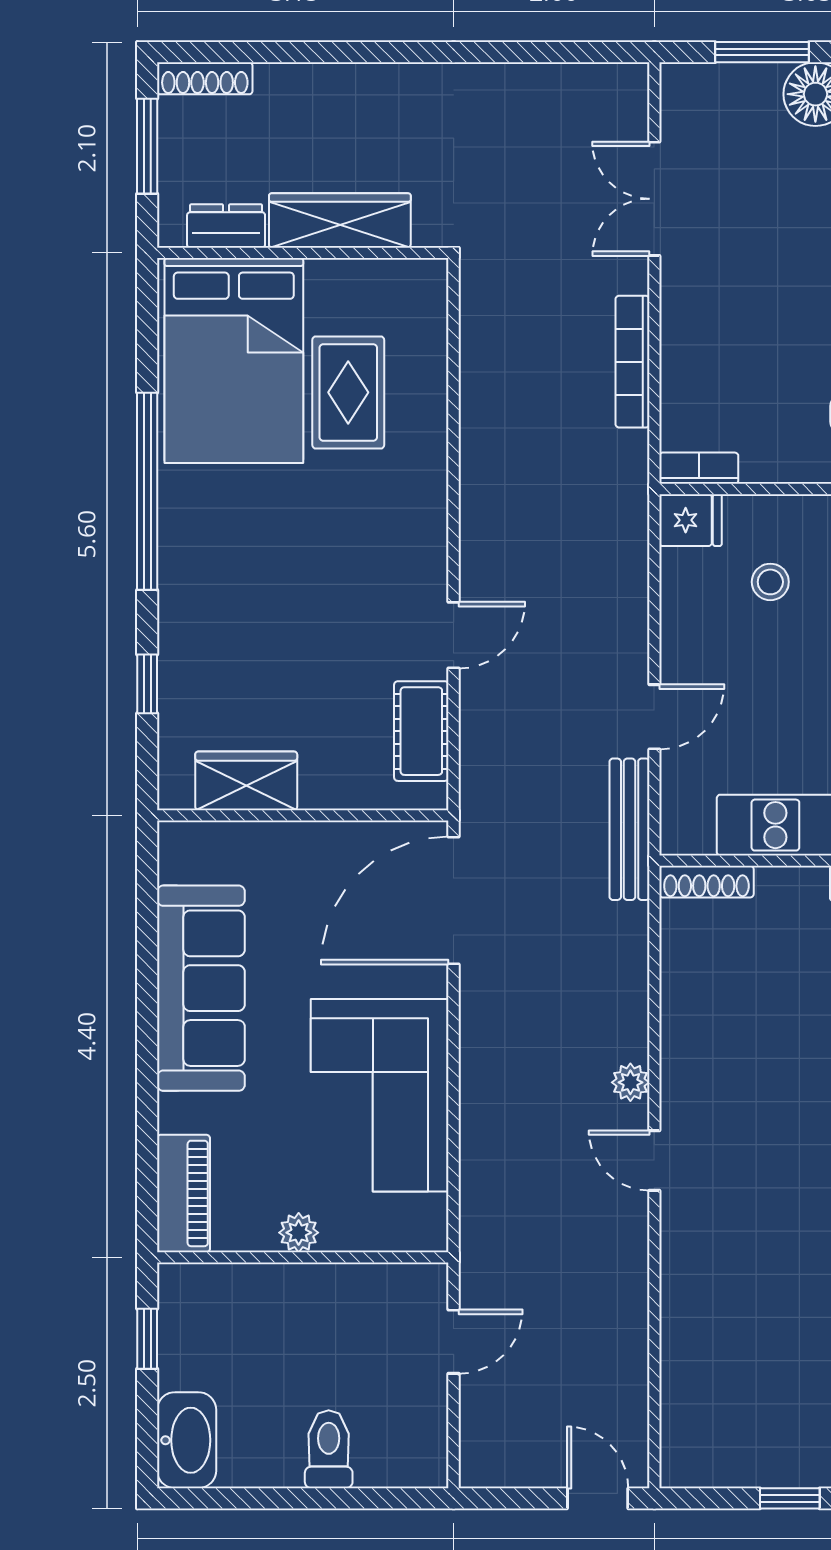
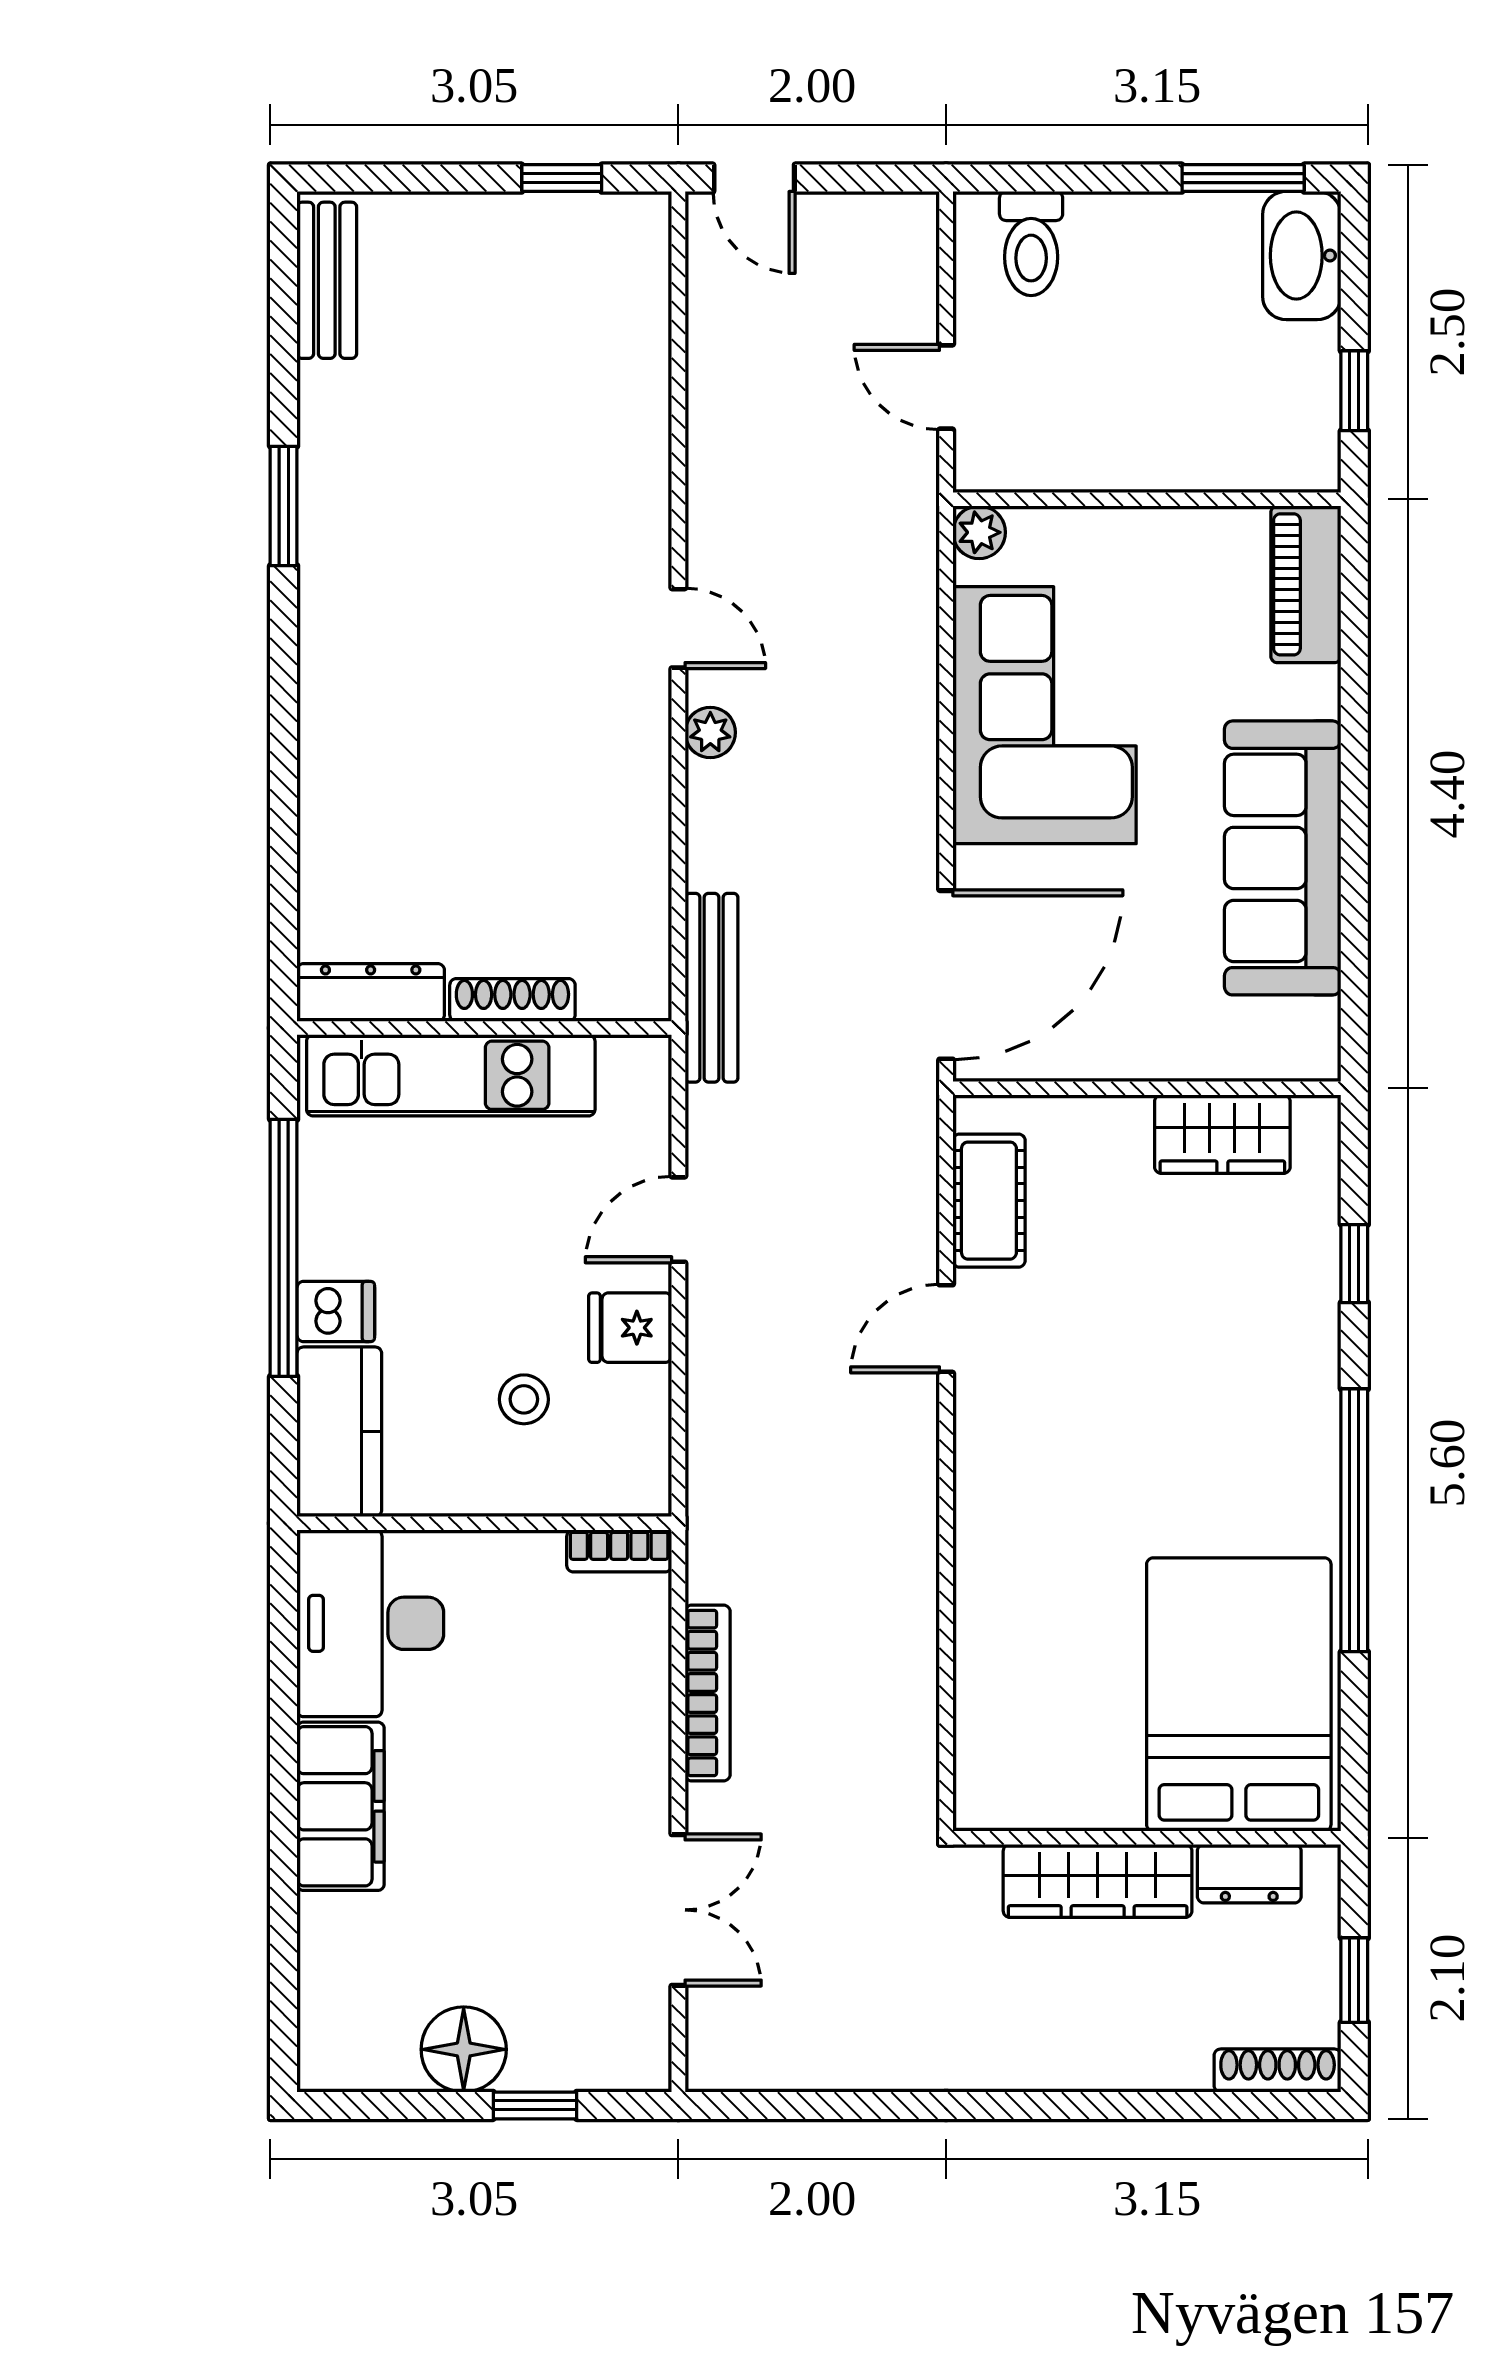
window: (762, 52) -> (535, 2105), width x0.67
window: (147, 146) -> (1354, 1980), width x0.67
rug: (348, 392) -> (1086, 1652), removed
fridge: (691, 520) -> (630, 1328), moved
bench: (630, 829) -> (712, 988), moved
shoe rack: (706, 882) -> (512, 1000), moved
plant: (299, 1233) -> (979, 532), moved
door: (454, 1342) -> (946, 387), hinge flipped
toilet: (329, 1449) -> (1031, 243), moved
window: (231, 1498) -> (1243, 178), added
window: (790, 1498) -> (562, 178), moved

